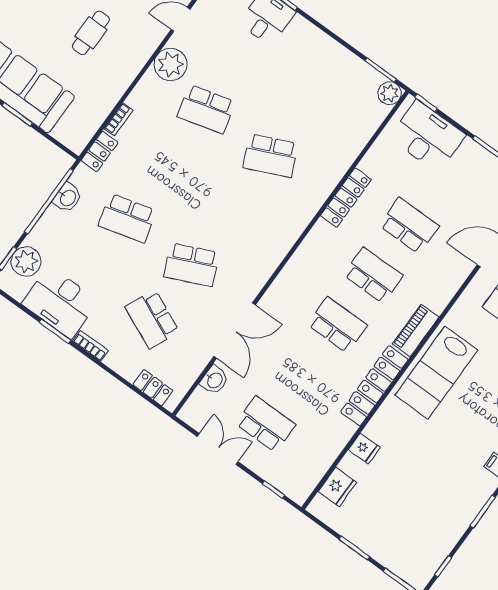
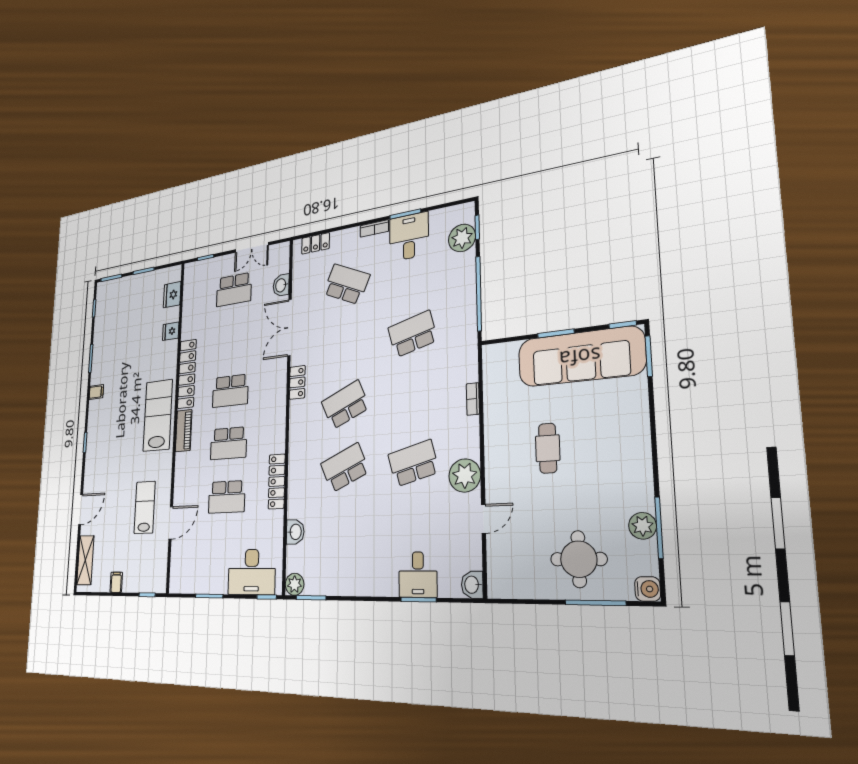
locker: (100, 151) -> (297, 382), moved, turned 180
washbasin: (68, 198) -> (295, 532), moved, turned 180
school desk: (192, 265) -> (345, 405), moved
desk: (60, 302) -> (409, 237), width x0.73

